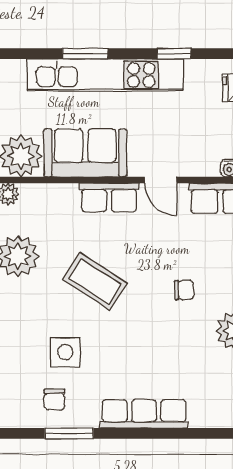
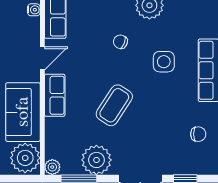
chair: (184, 290) -> (120, 42), turned -66
side table: (65, 352) -> (164, 62), moved

